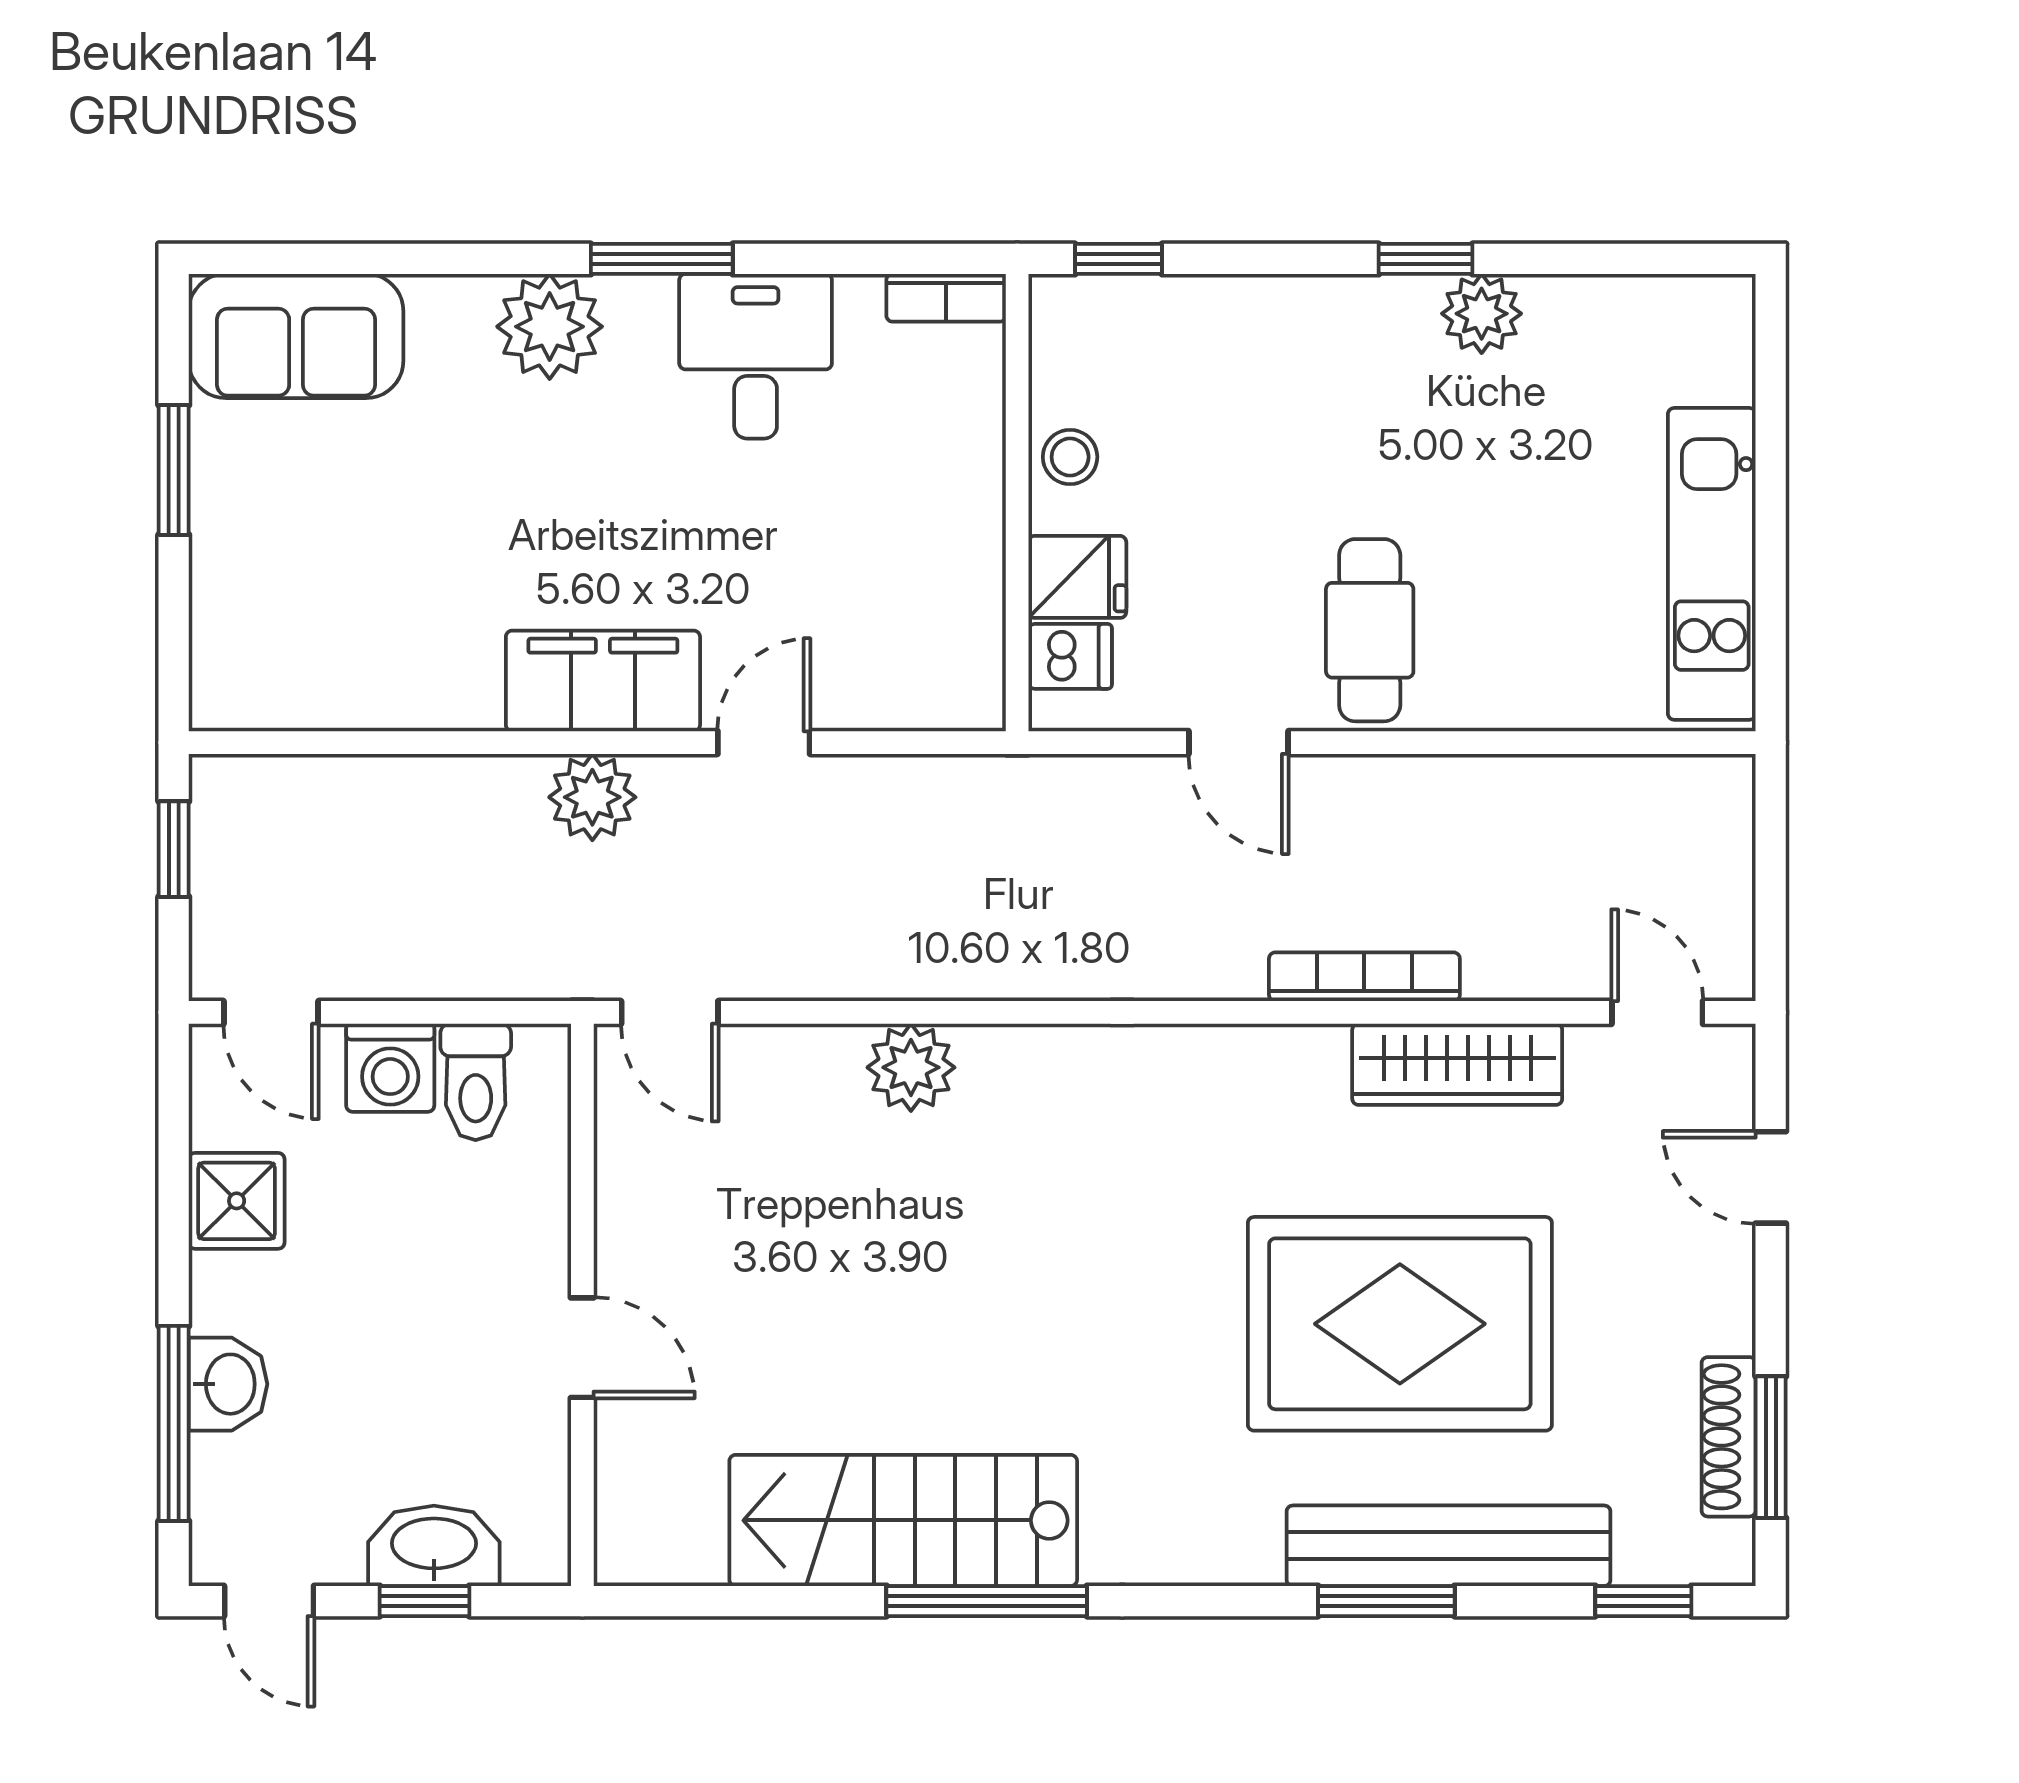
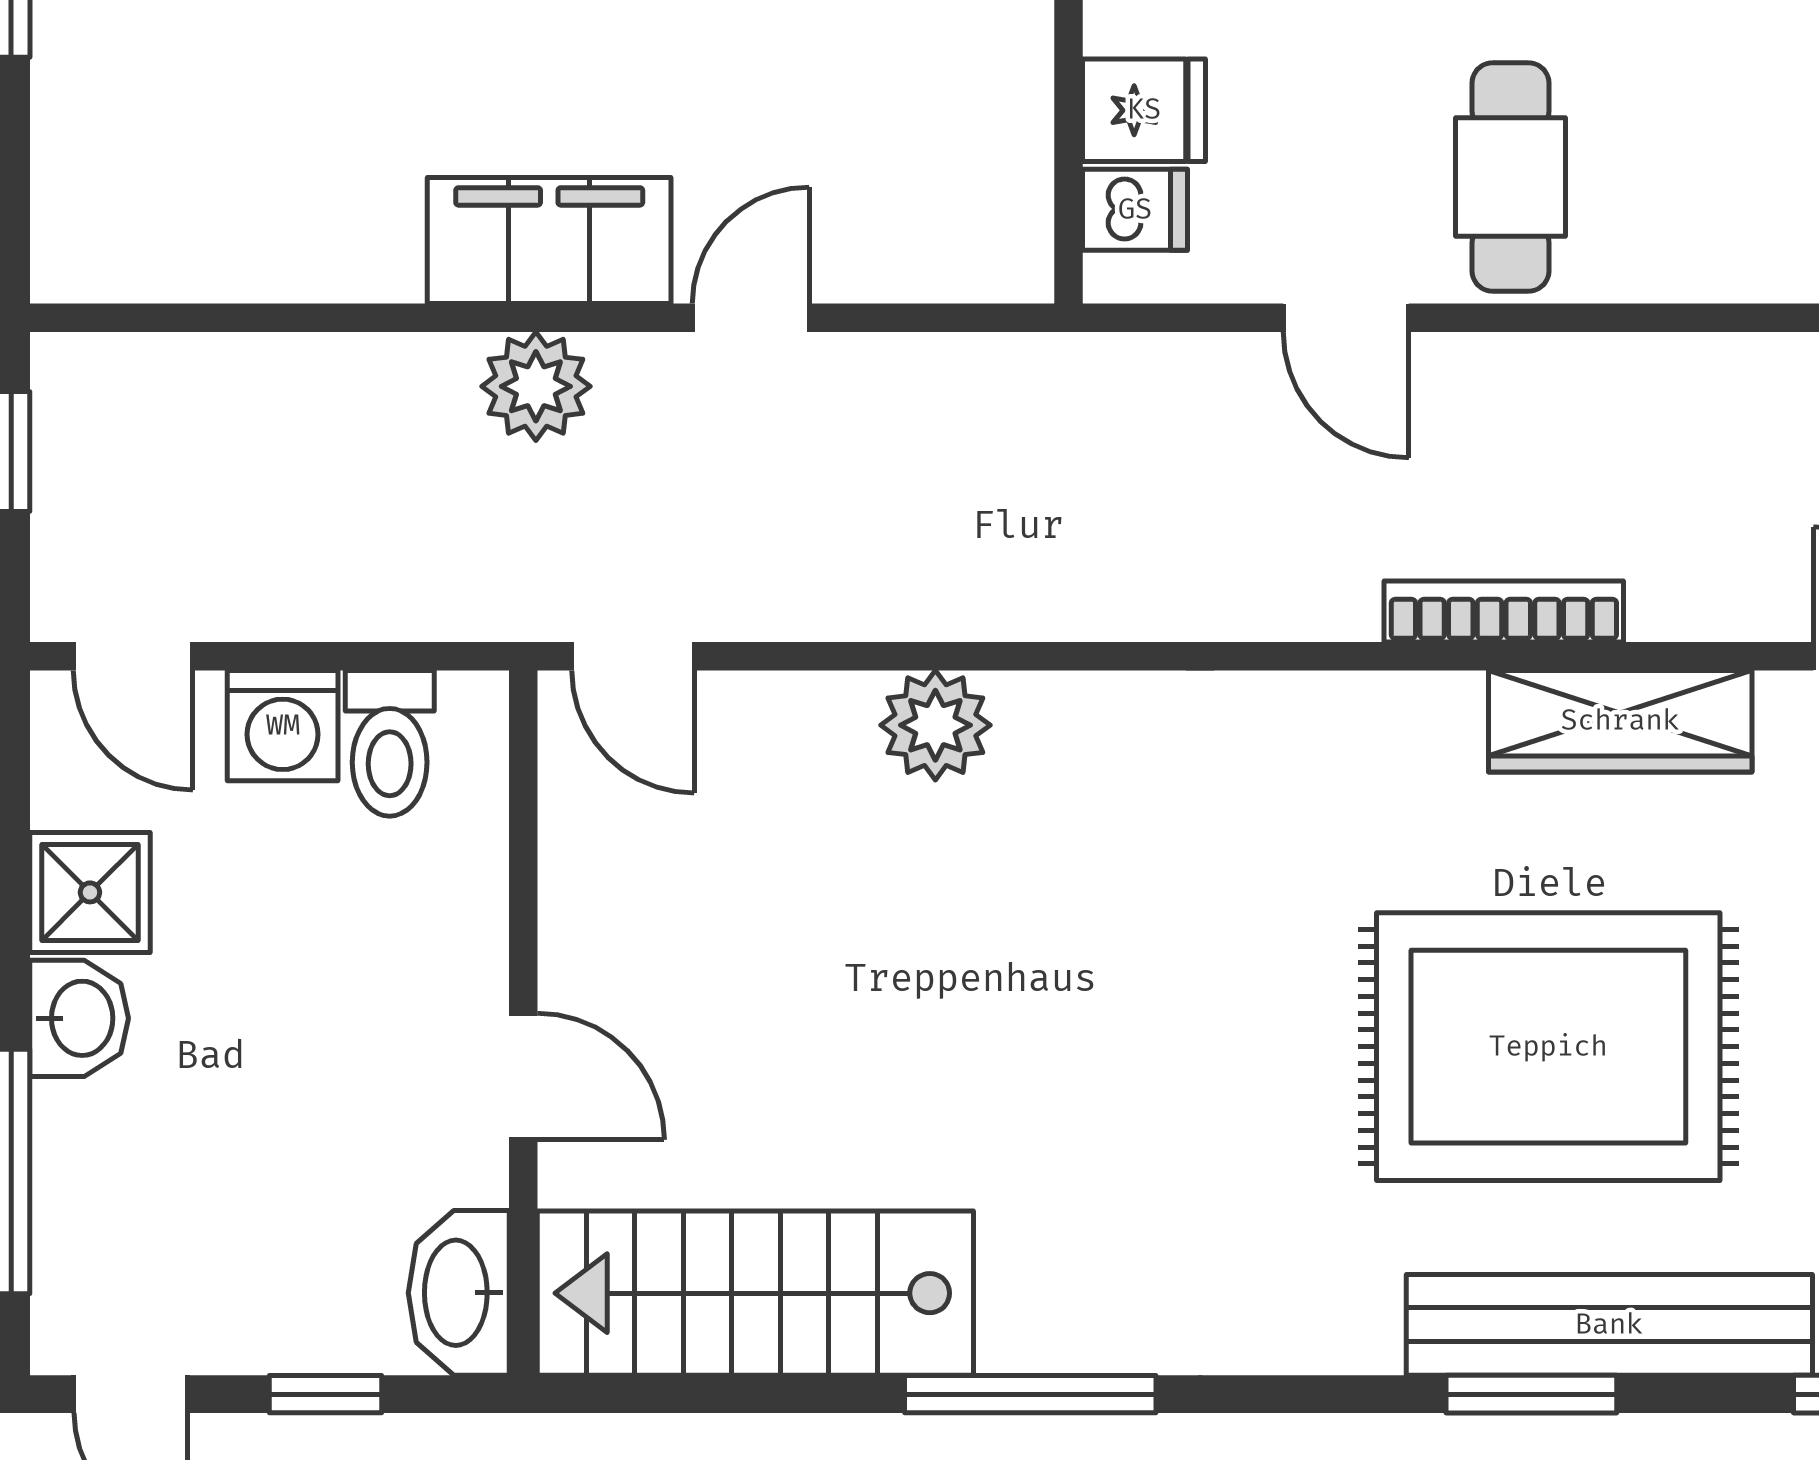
washbasin: (228, 1384) -> (79, 1018), moved
stairs: (903, 1520) -> (755, 1293), moved
washbasin: (434, 1546) -> (459, 1293), moved, turned -90

